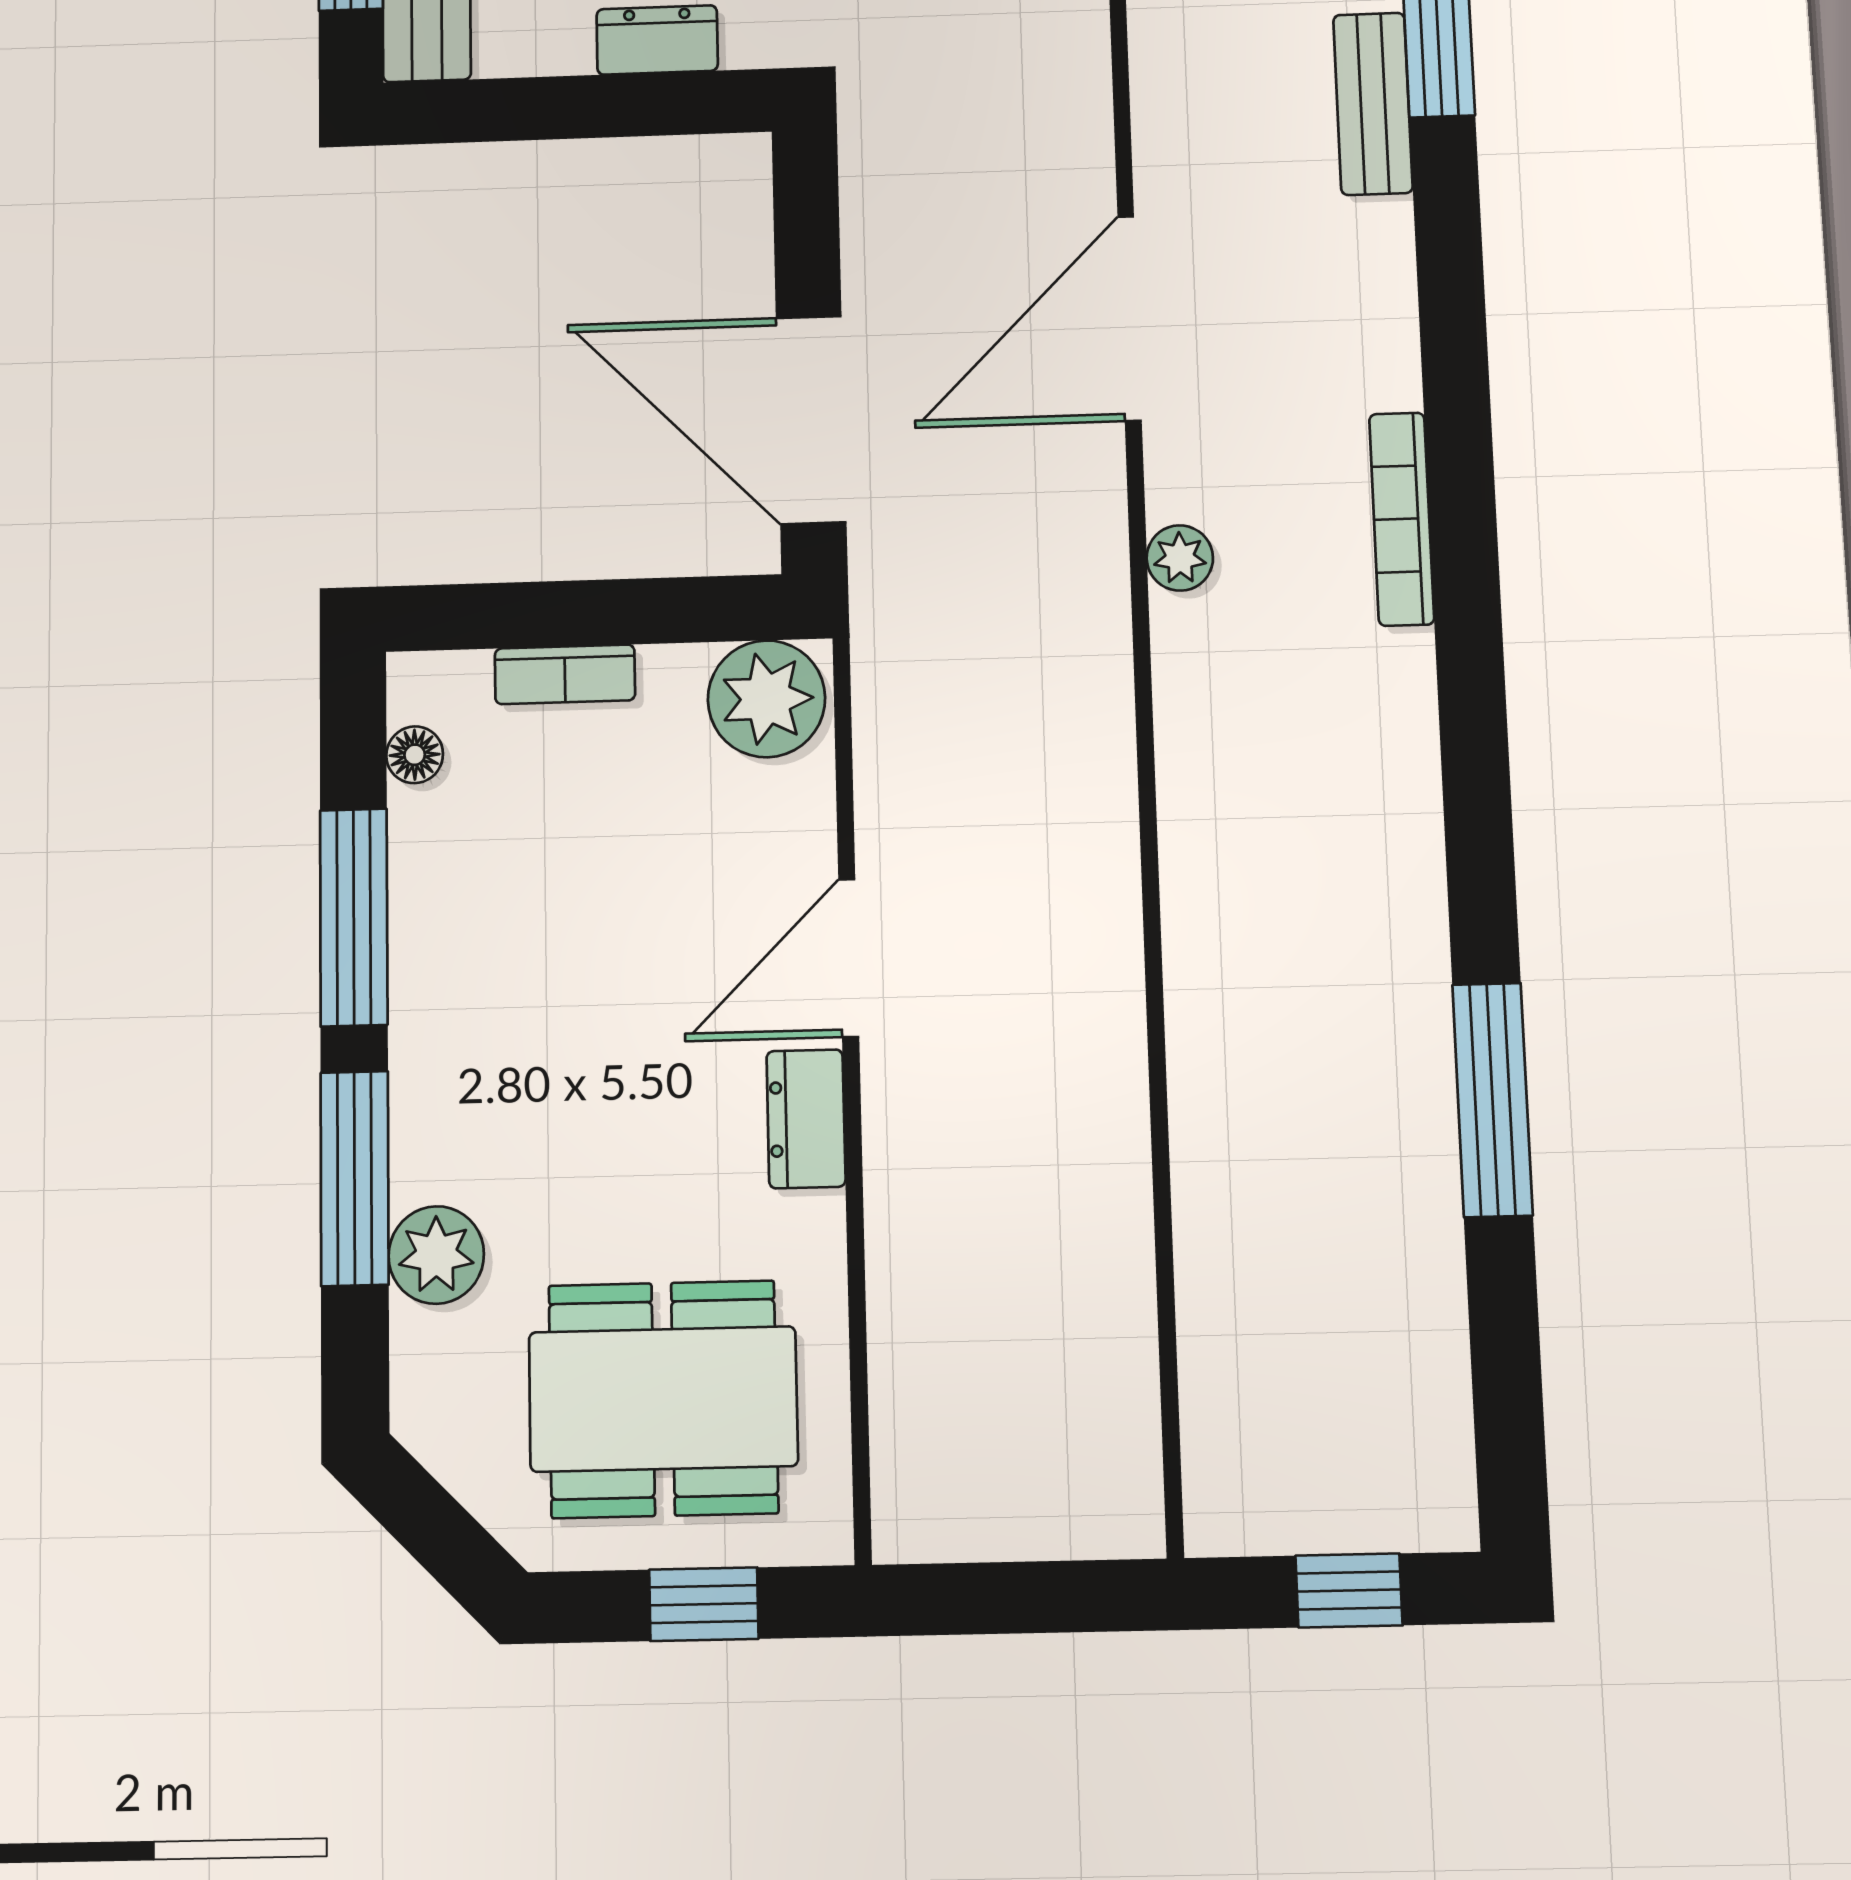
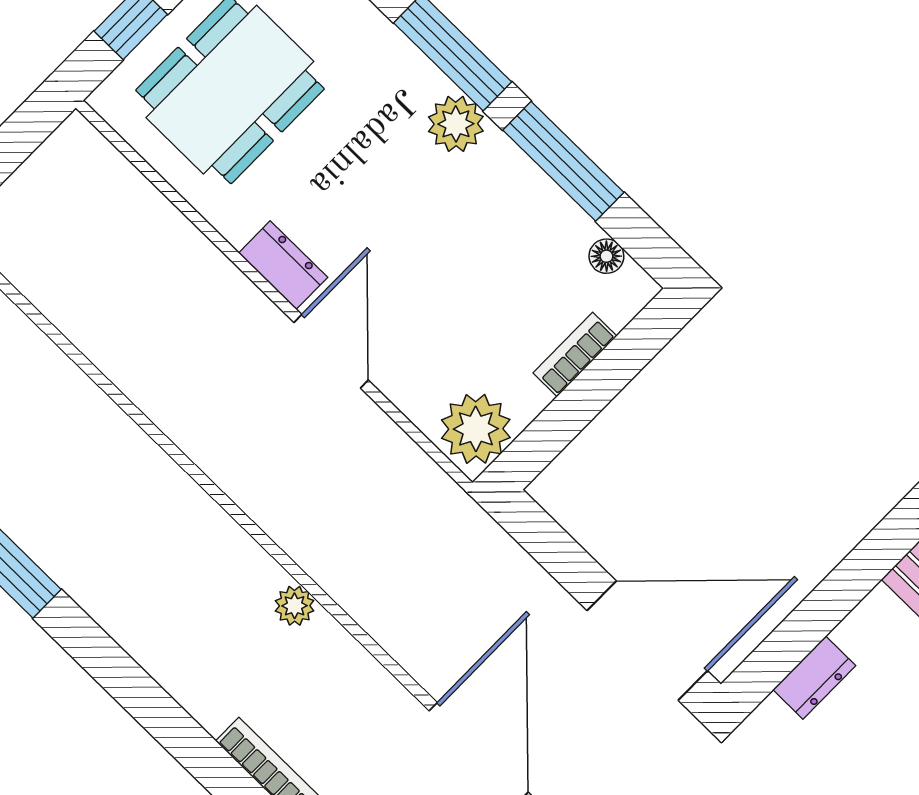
door: (811, 420) -> (647, 641), moved
plant: (1180, 558) -> (295, 606), moved
plant: (436, 1255) -> (456, 124), moved

